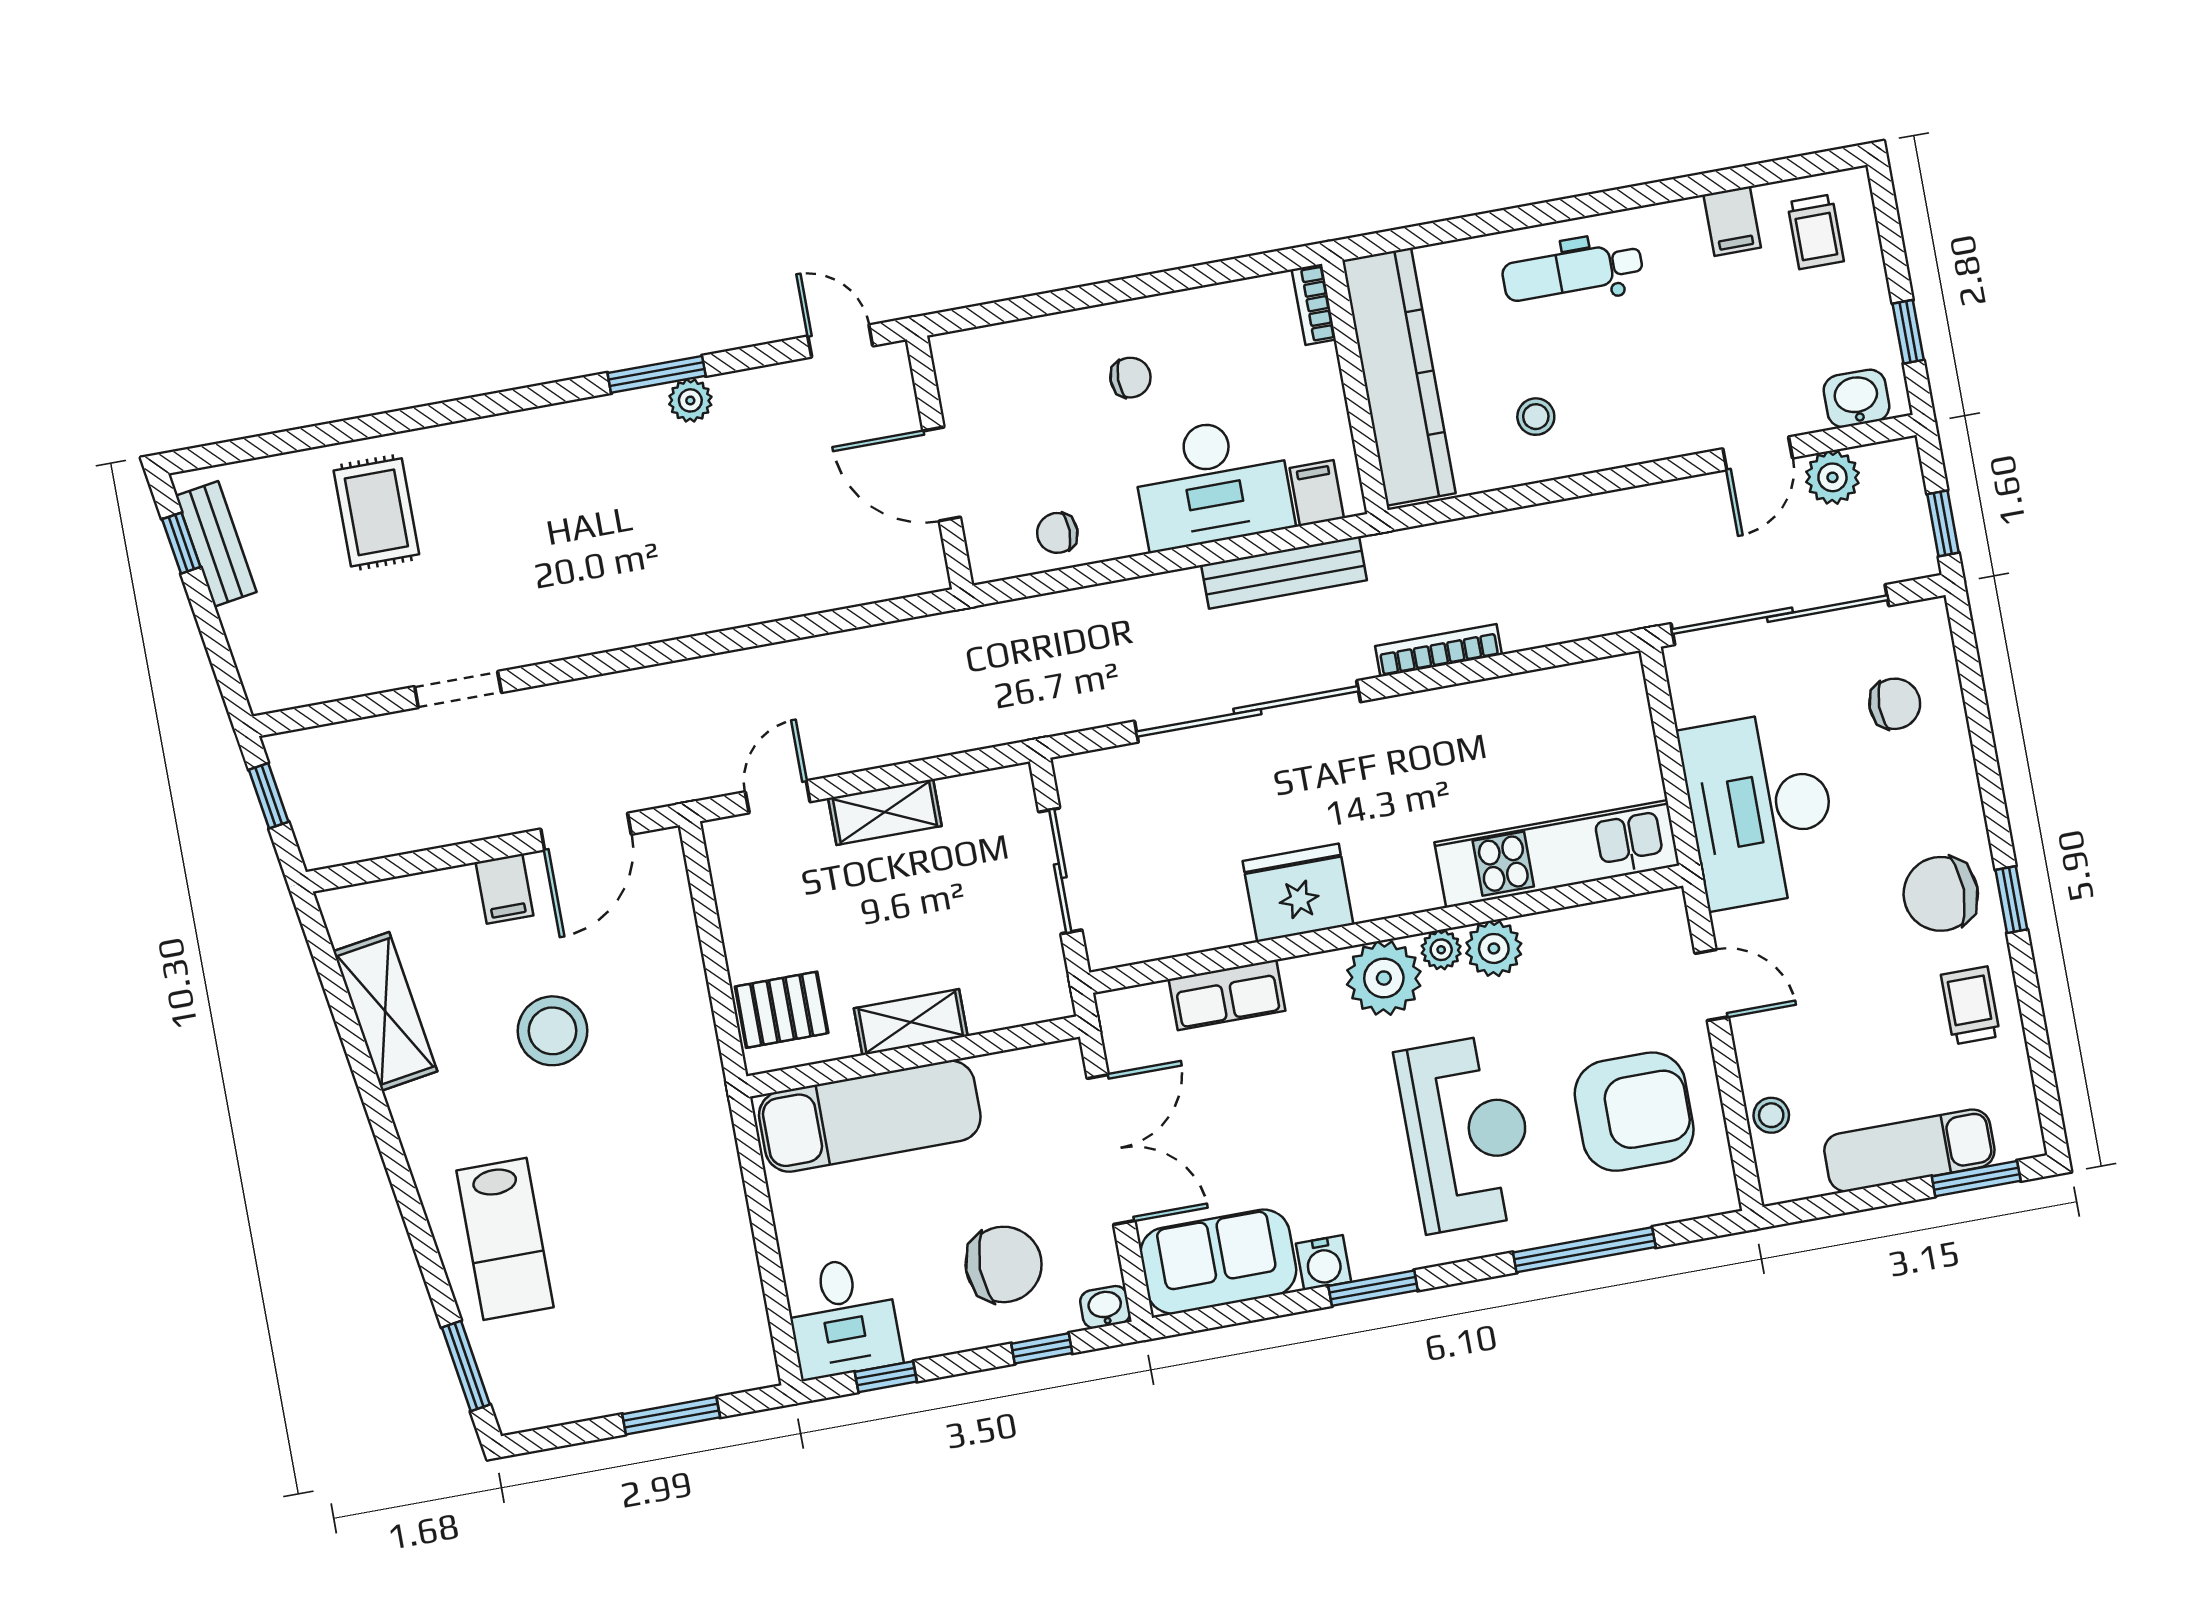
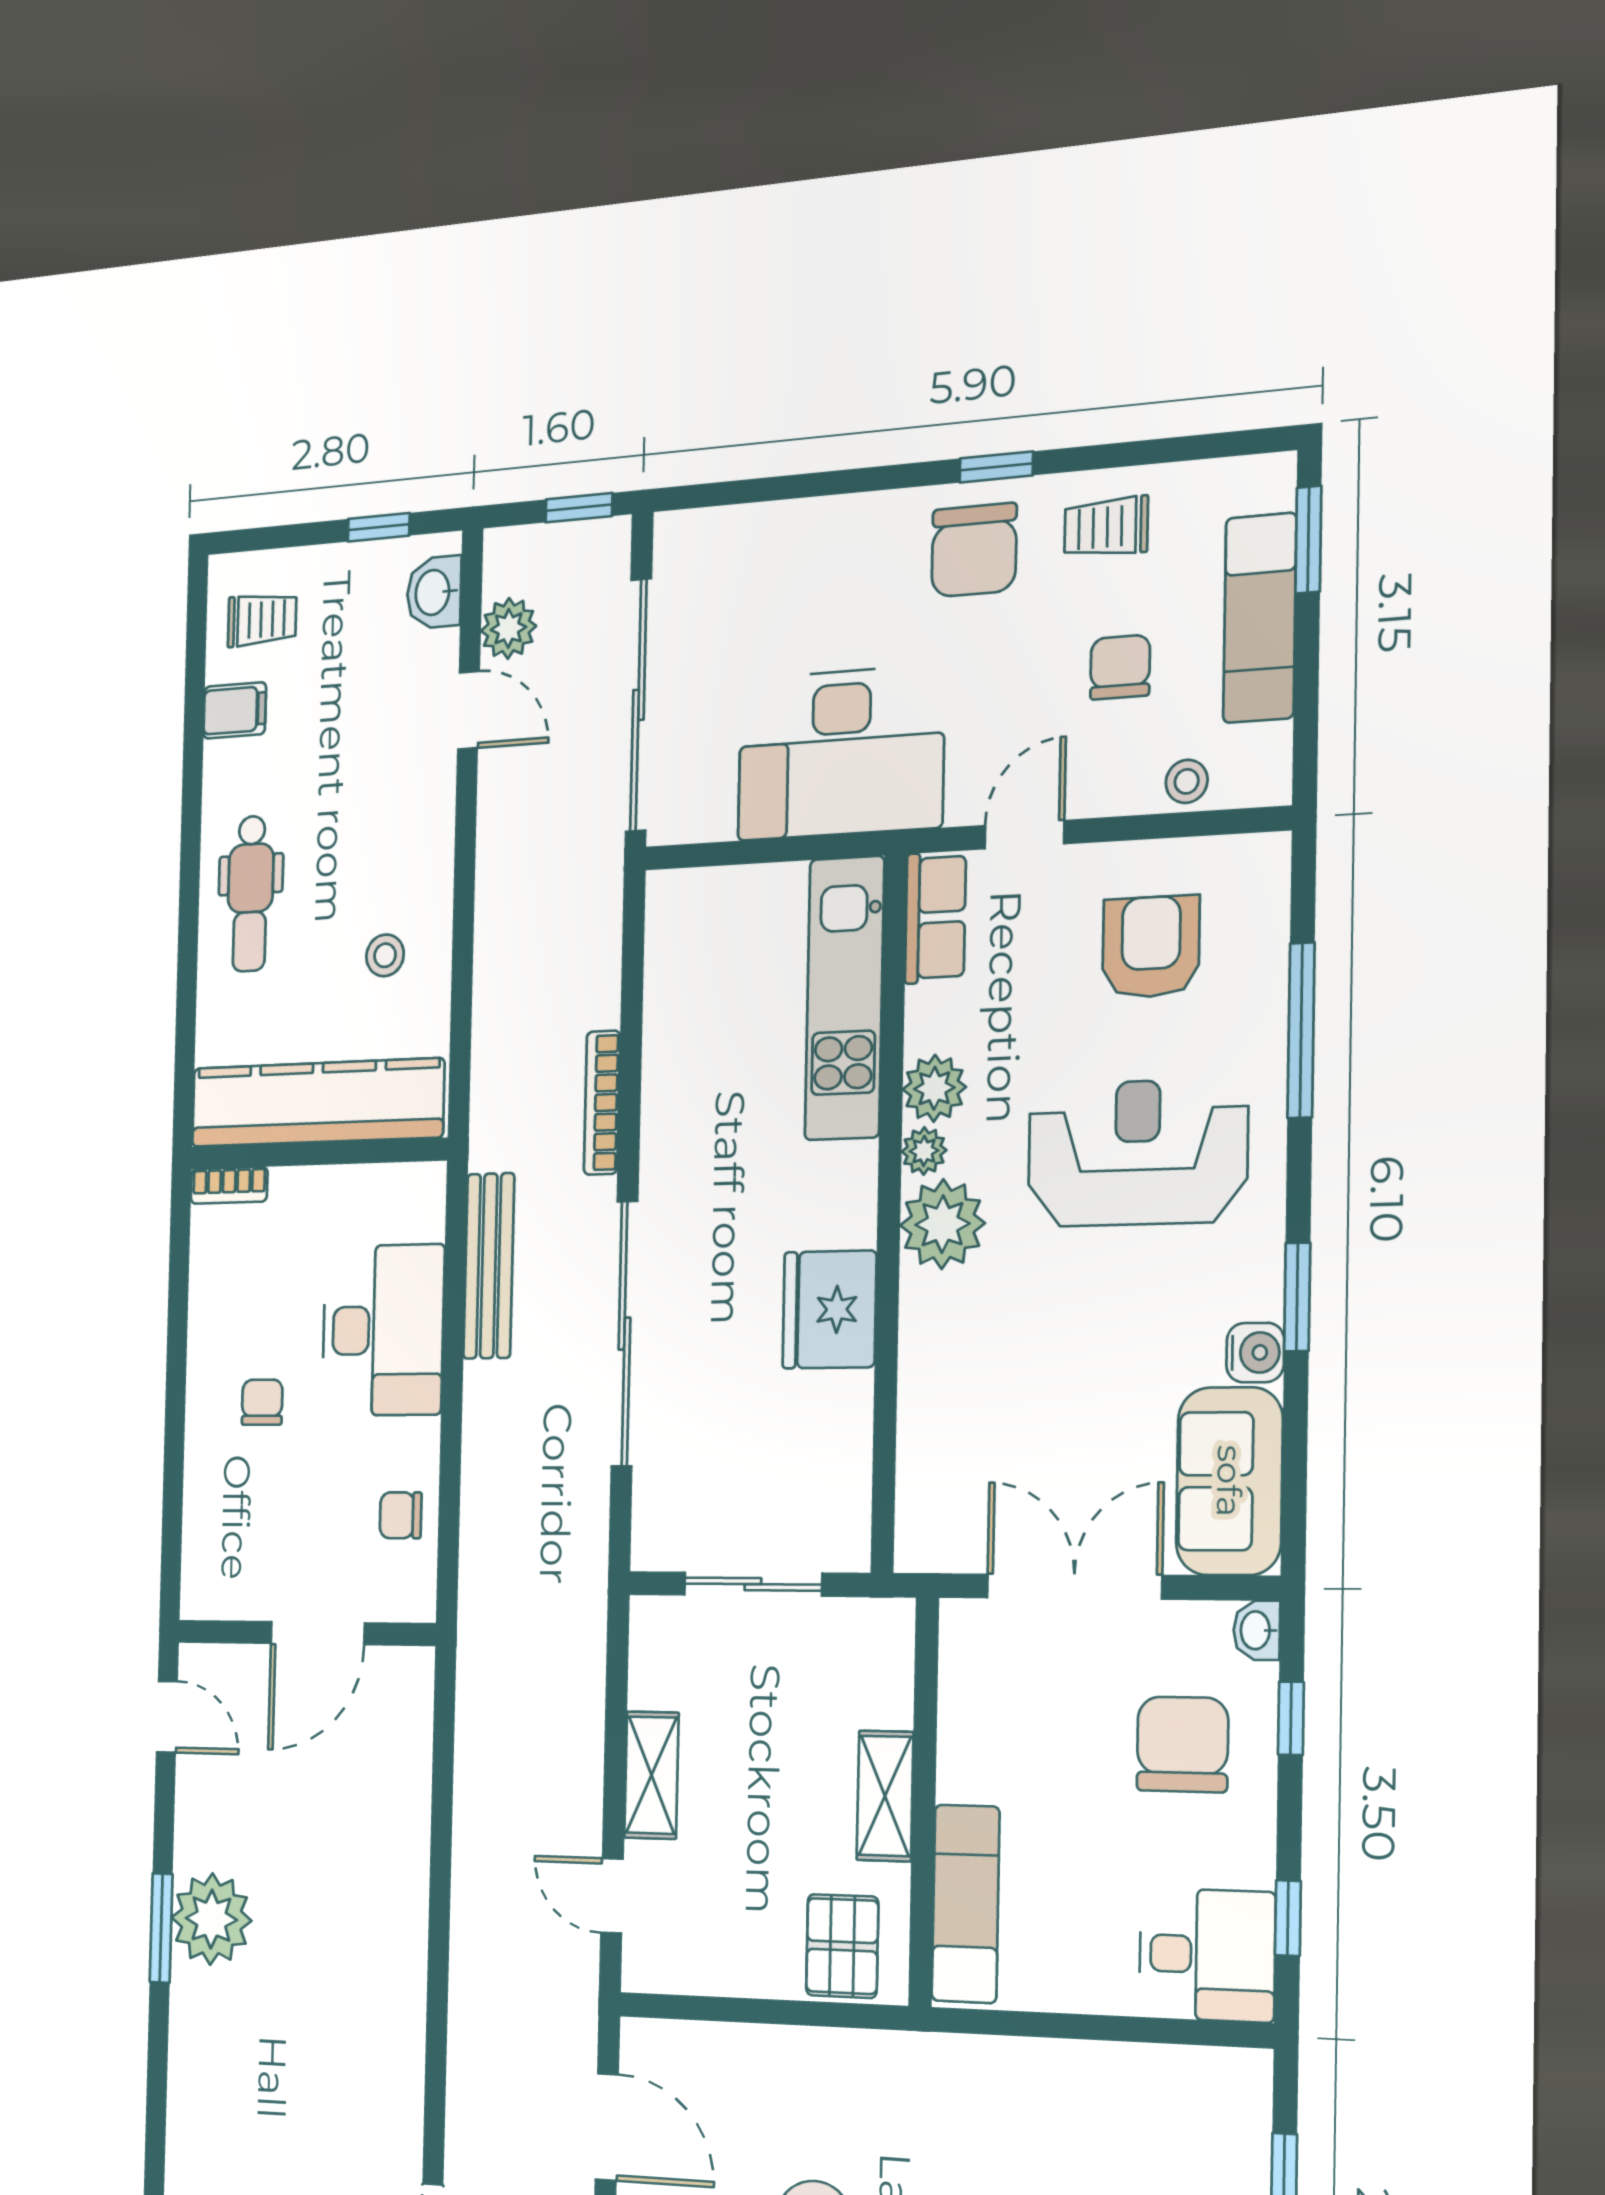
door: (840, 341) -> (167, 1717), swing flipped
plant: (690, 400) -> (211, 1919), width x1.88, depth x1.88
filing cabinet: (1317, 493) -> (415, 1214), removed
chair: (1057, 533) -> (401, 1515), turned 90
chair: (1895, 704) -> (1120, 667), moved
row of seats: (1227, 995) -> (935, 917), moved
armchair: (1634, 1112) -> (1151, 947), width x0.73, depth x0.73
exam couch: (870, 1116) -> (966, 1904), width x0.73, depth x0.69

